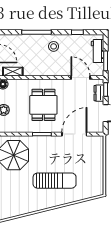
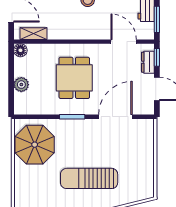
sun lounger: (55, 181) -> (89, 178), turned 180

